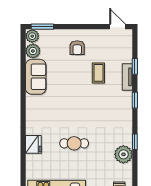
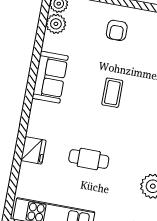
coffee table: (98, 73) -> (112, 93), moved
sofa: (36, 77) -> (50, 77), moved

